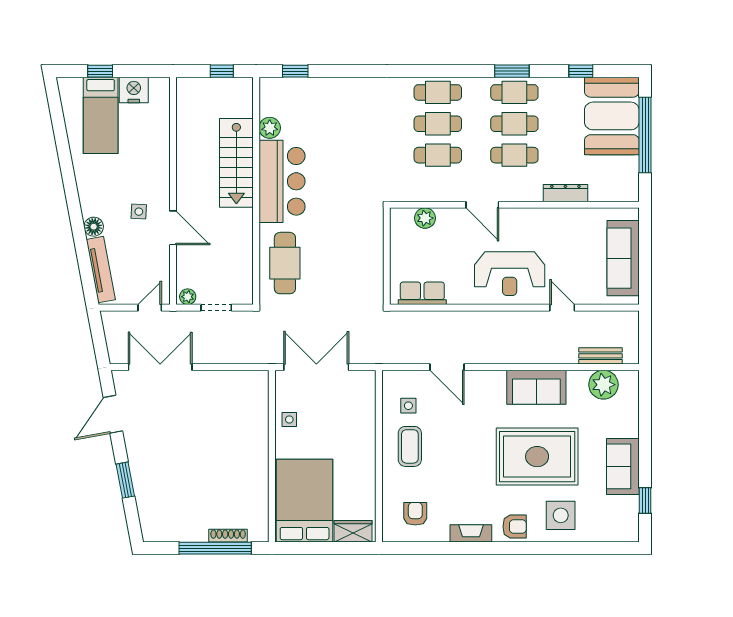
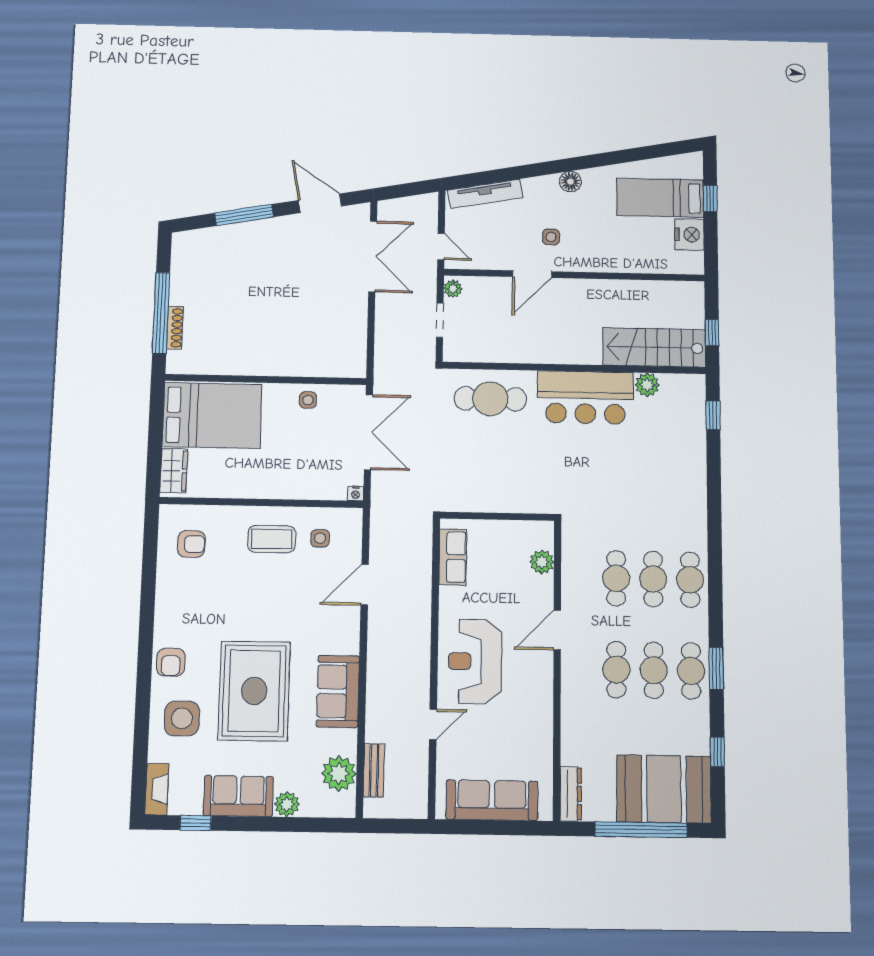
stairs: (236, 163) -> (654, 347), moved
dresser: (565, 193) -> (571, 794), moved
floor lamp: (94, 227) -> (570, 182), moved
nightstand: (370, 377) -> (356, 494), added
plant: (629, 427) -> (287, 804), added
window: (125, 480) -> (244, 215), width x1.44
fireplace: (471, 533) -> (157, 789), moved

